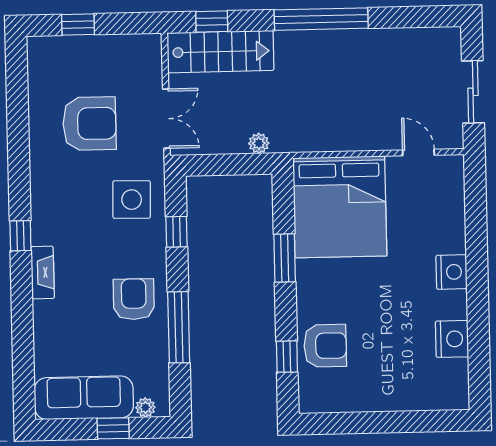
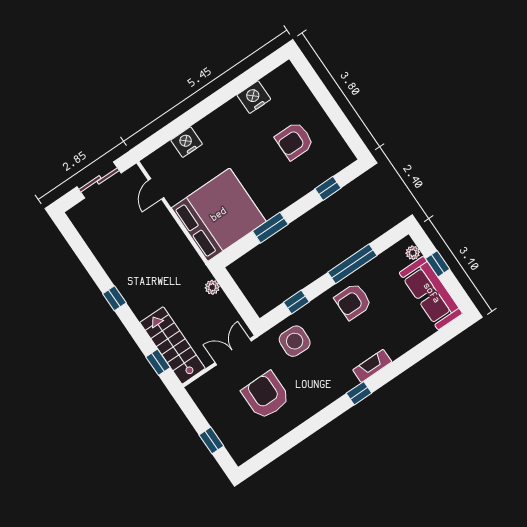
window: (321, 19) -> (114, 298), width x0.32
nightstand: (452, 272) -> (187, 142), moved
armchair: (325, 346) -> (294, 141), moved, turned -90

